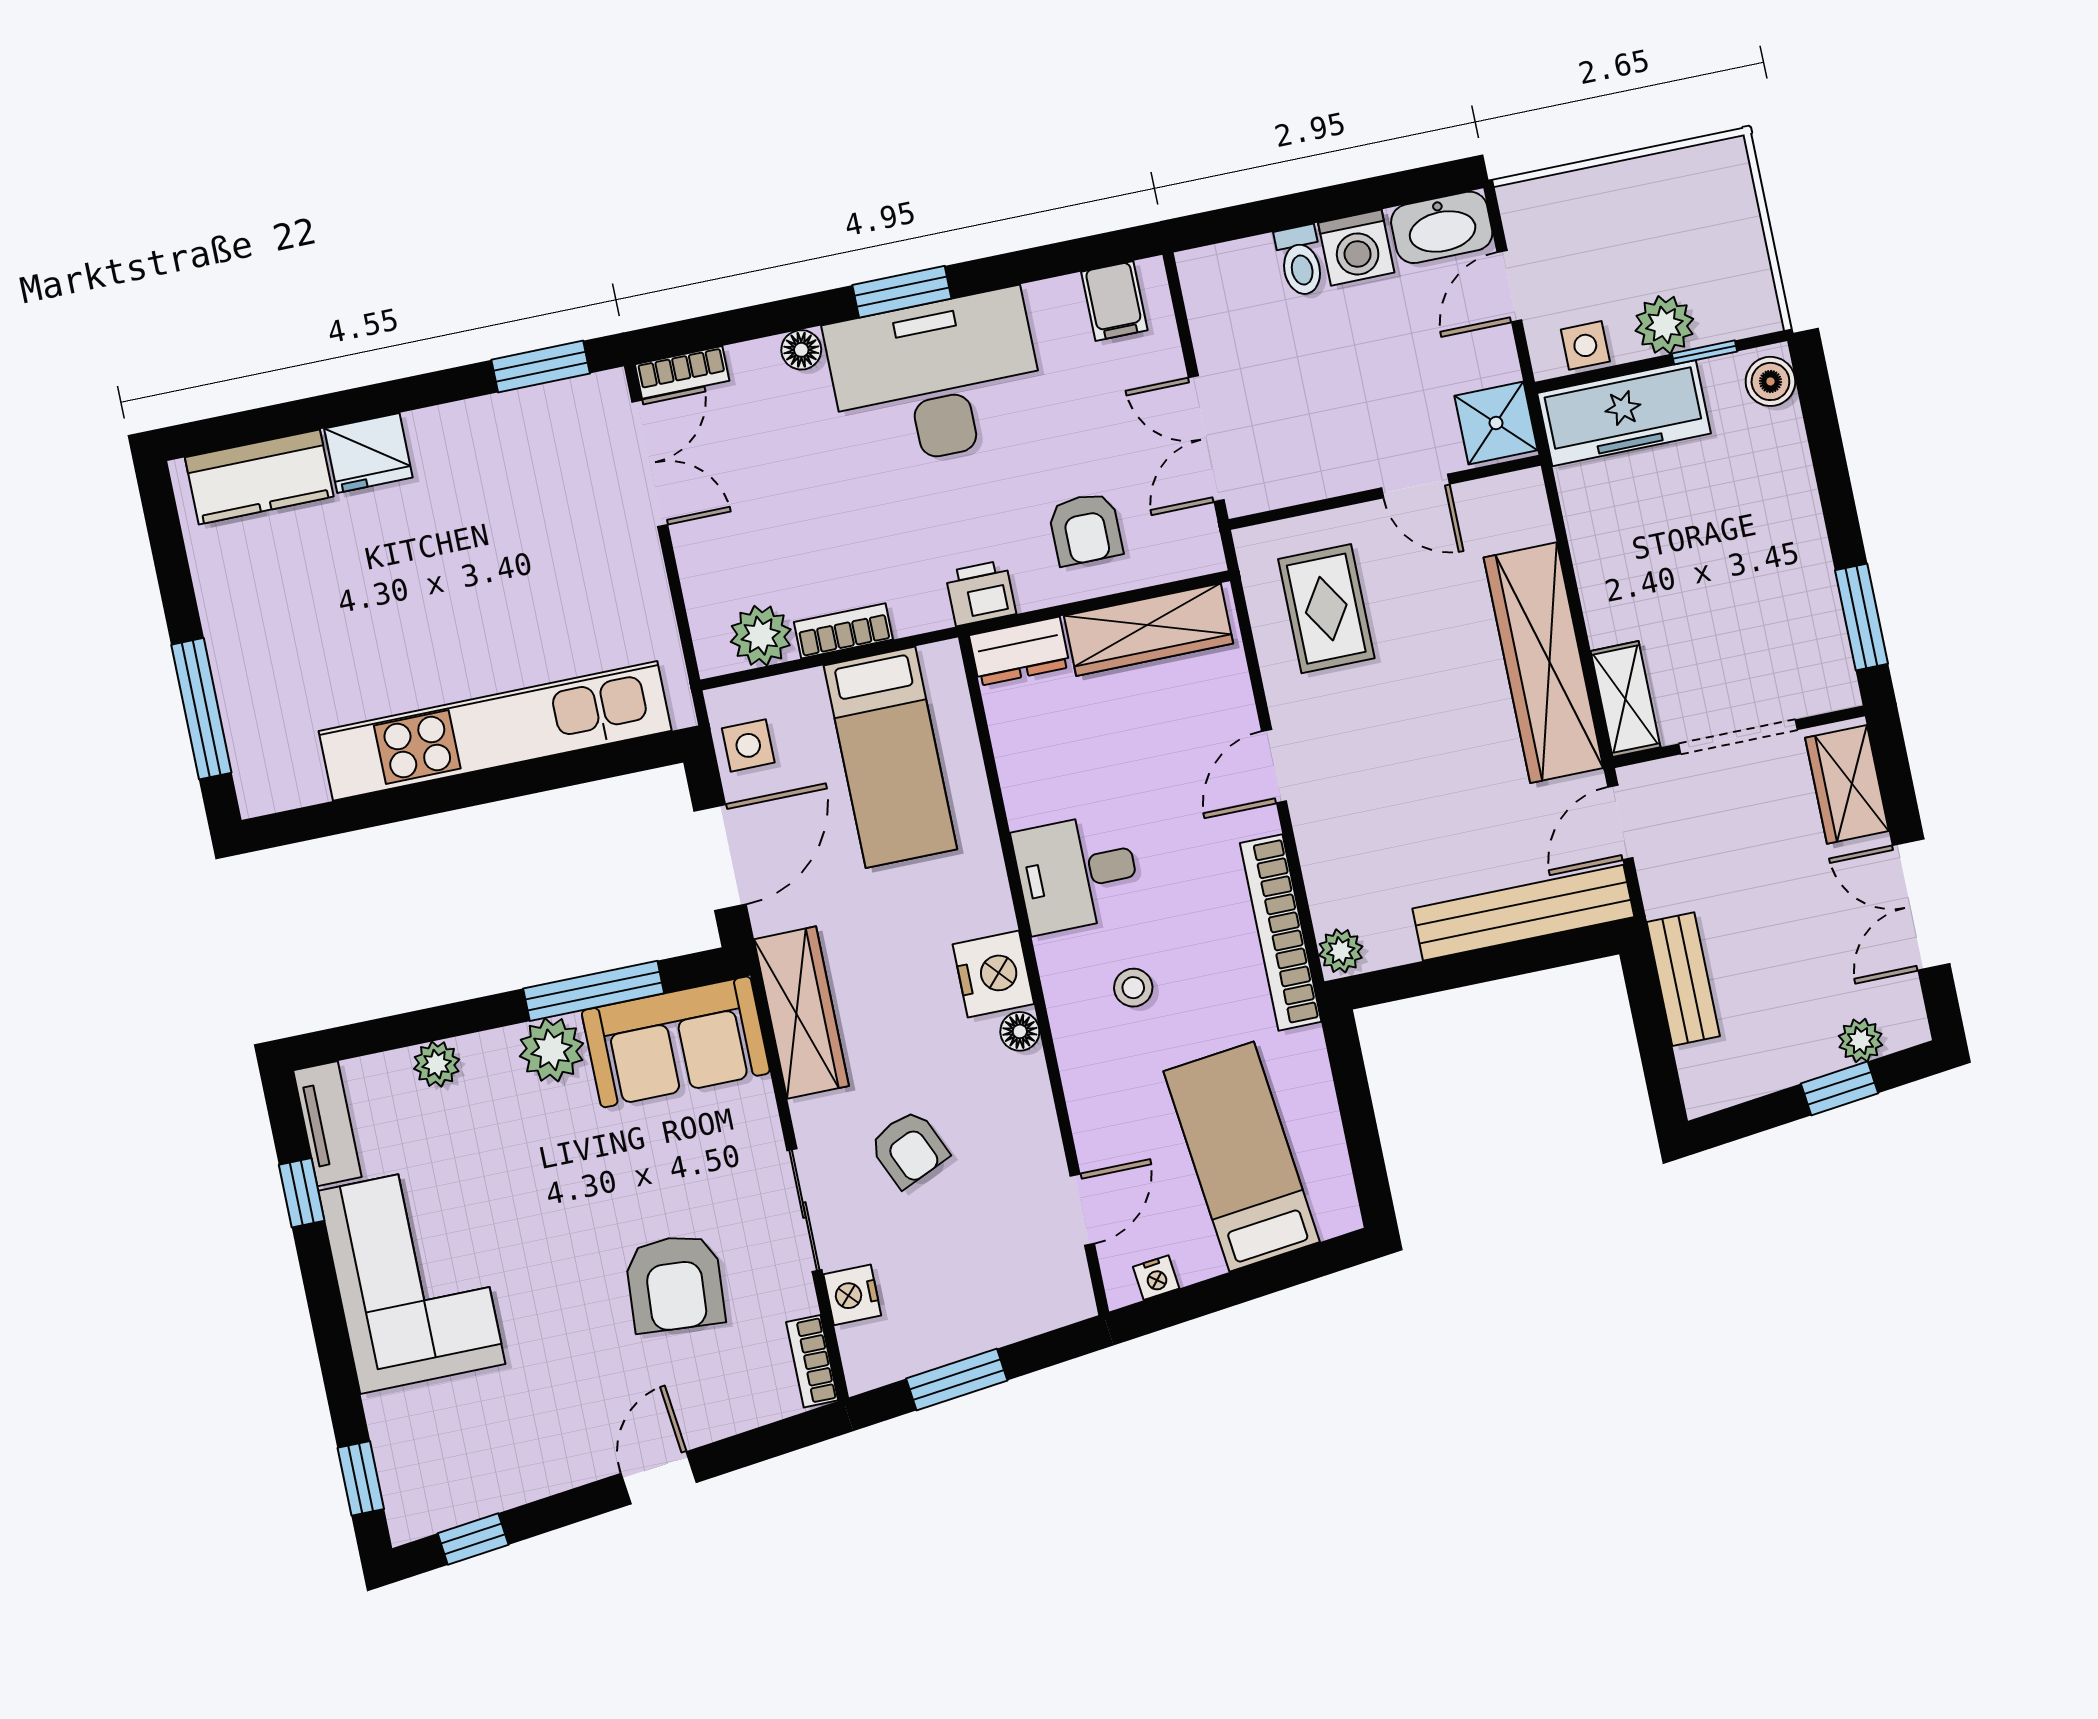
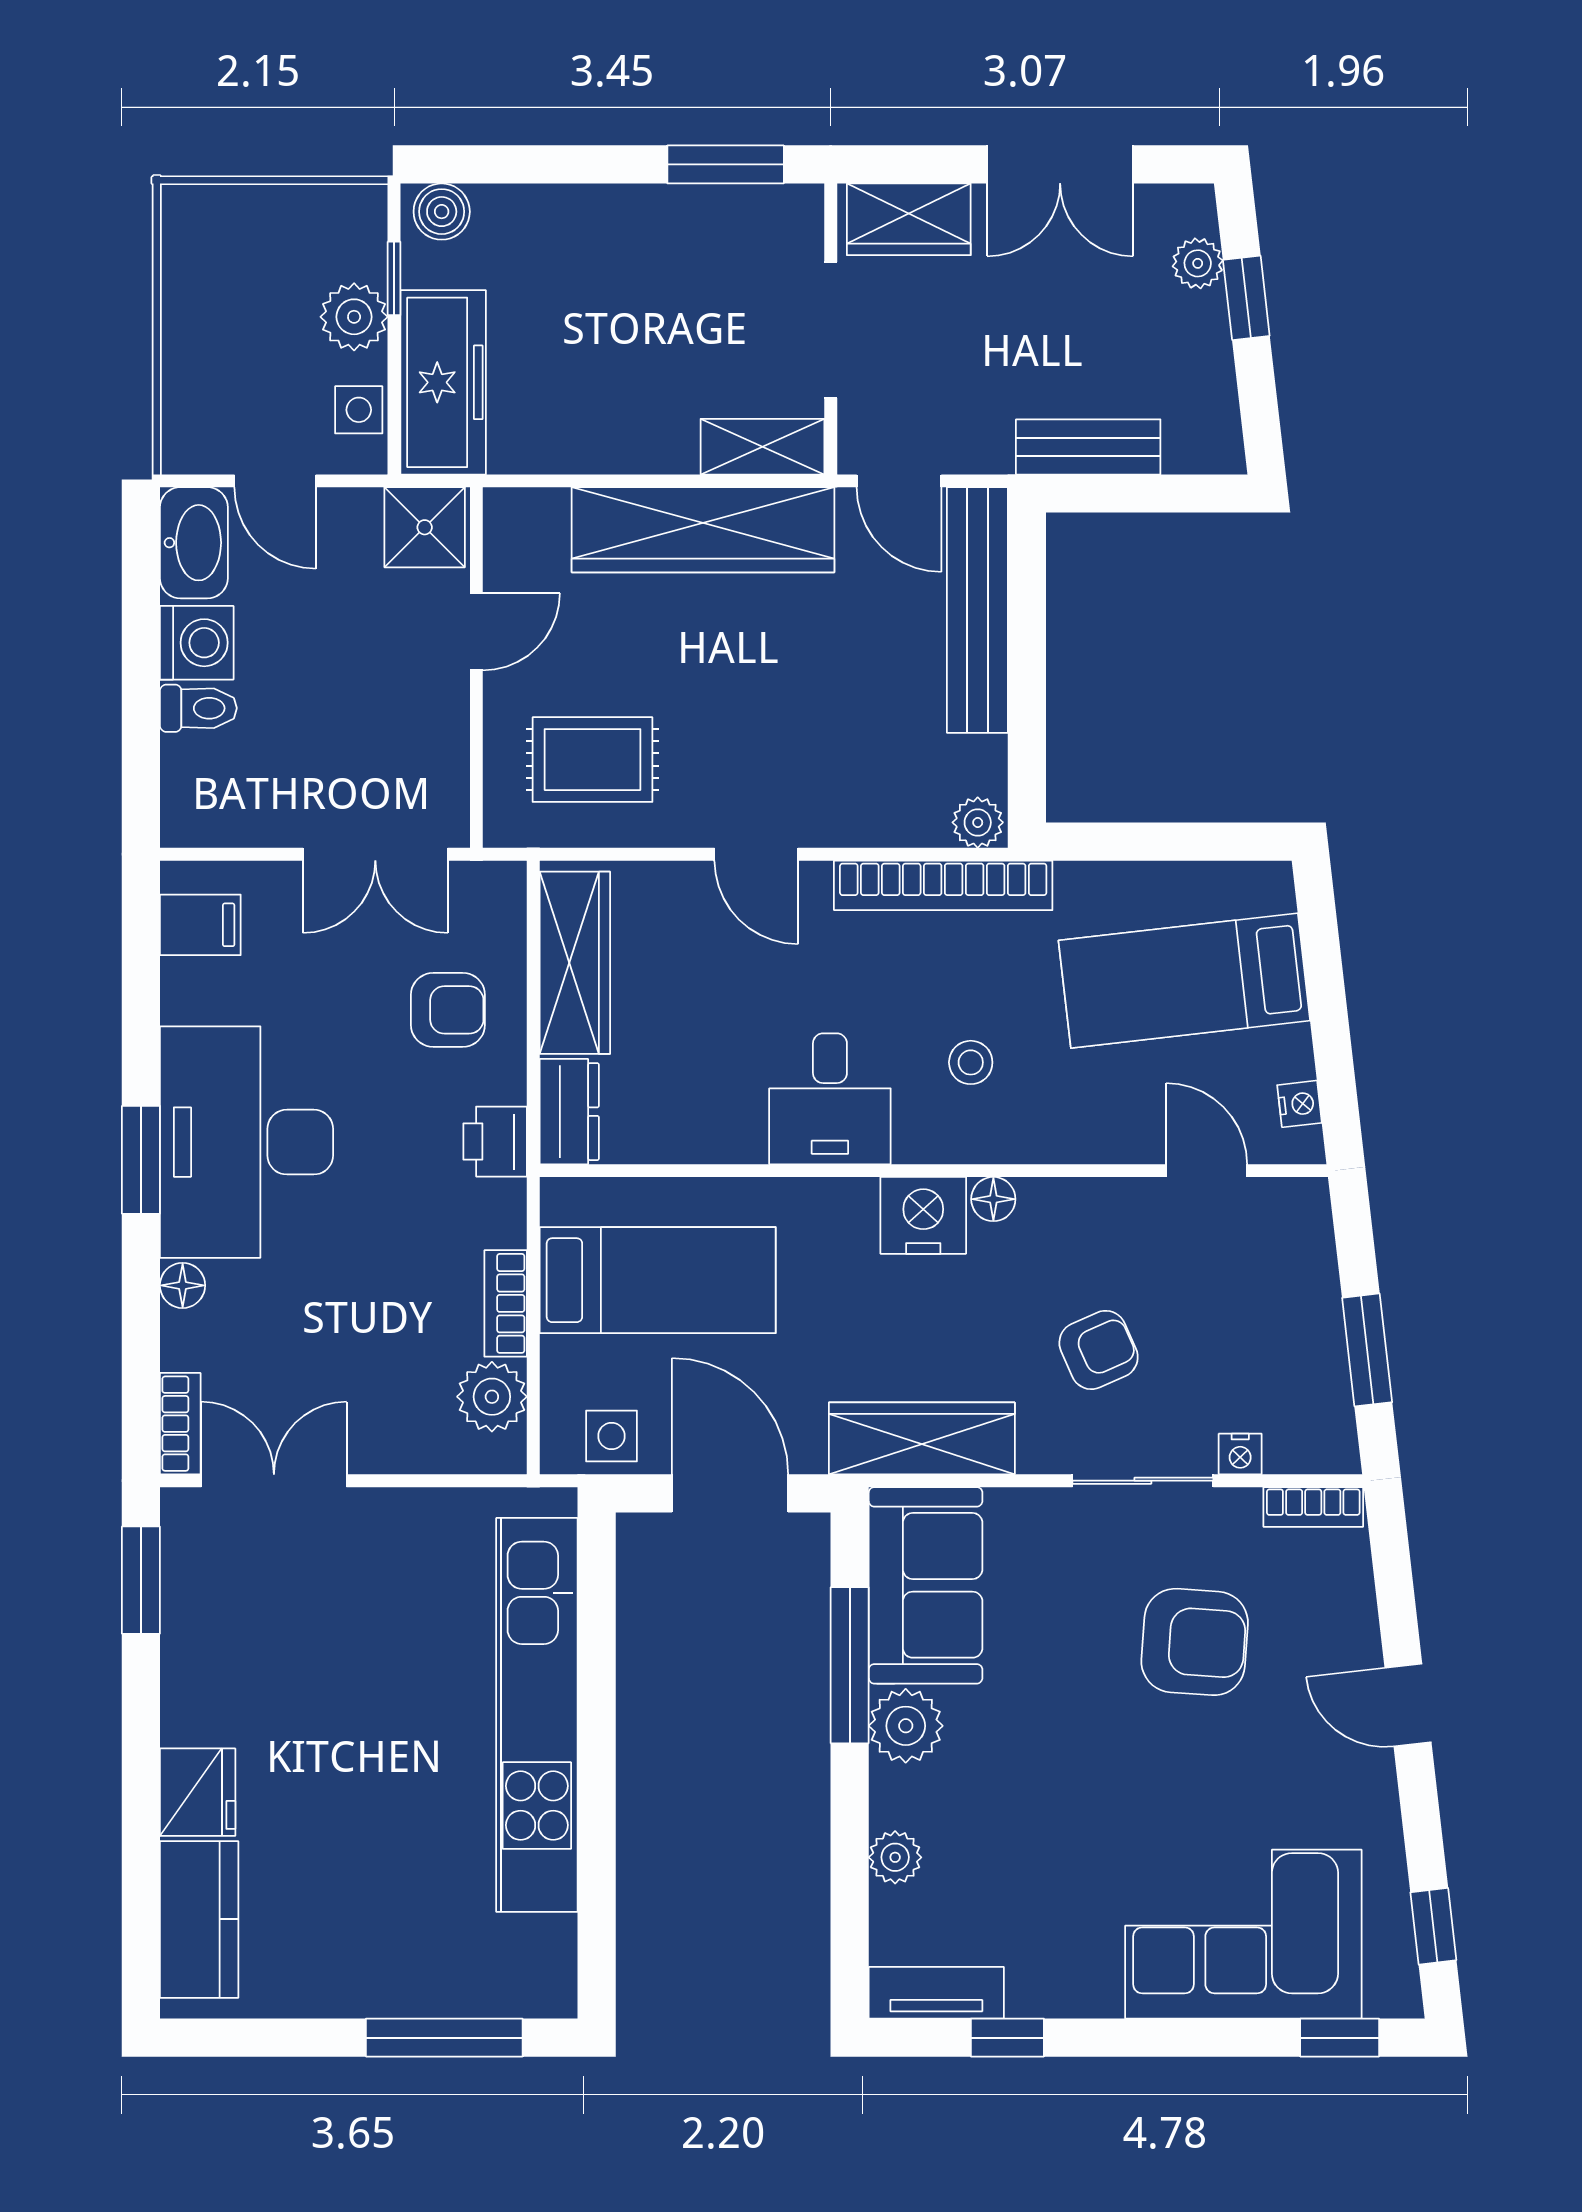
corner sofa: (412, 1277) -> (1243, 1934), moved
nightstand: (852, 1295) -> (1240, 1454), width x0.72, depth x0.74

